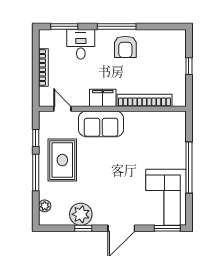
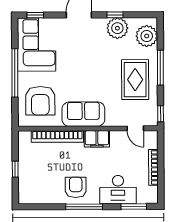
desk: (81, 44) -> (118, 190), width x1.37
sofa: (101, 124) -> (83, 114), moved
window: (36, 138) -> (161, 114), moved
armchair: (162, 138) -> (40, 101), added
plant: (45, 206) -> (147, 36), width x1.88, depth x1.88
window: (167, 228) -> (35, 15), width x0.67

